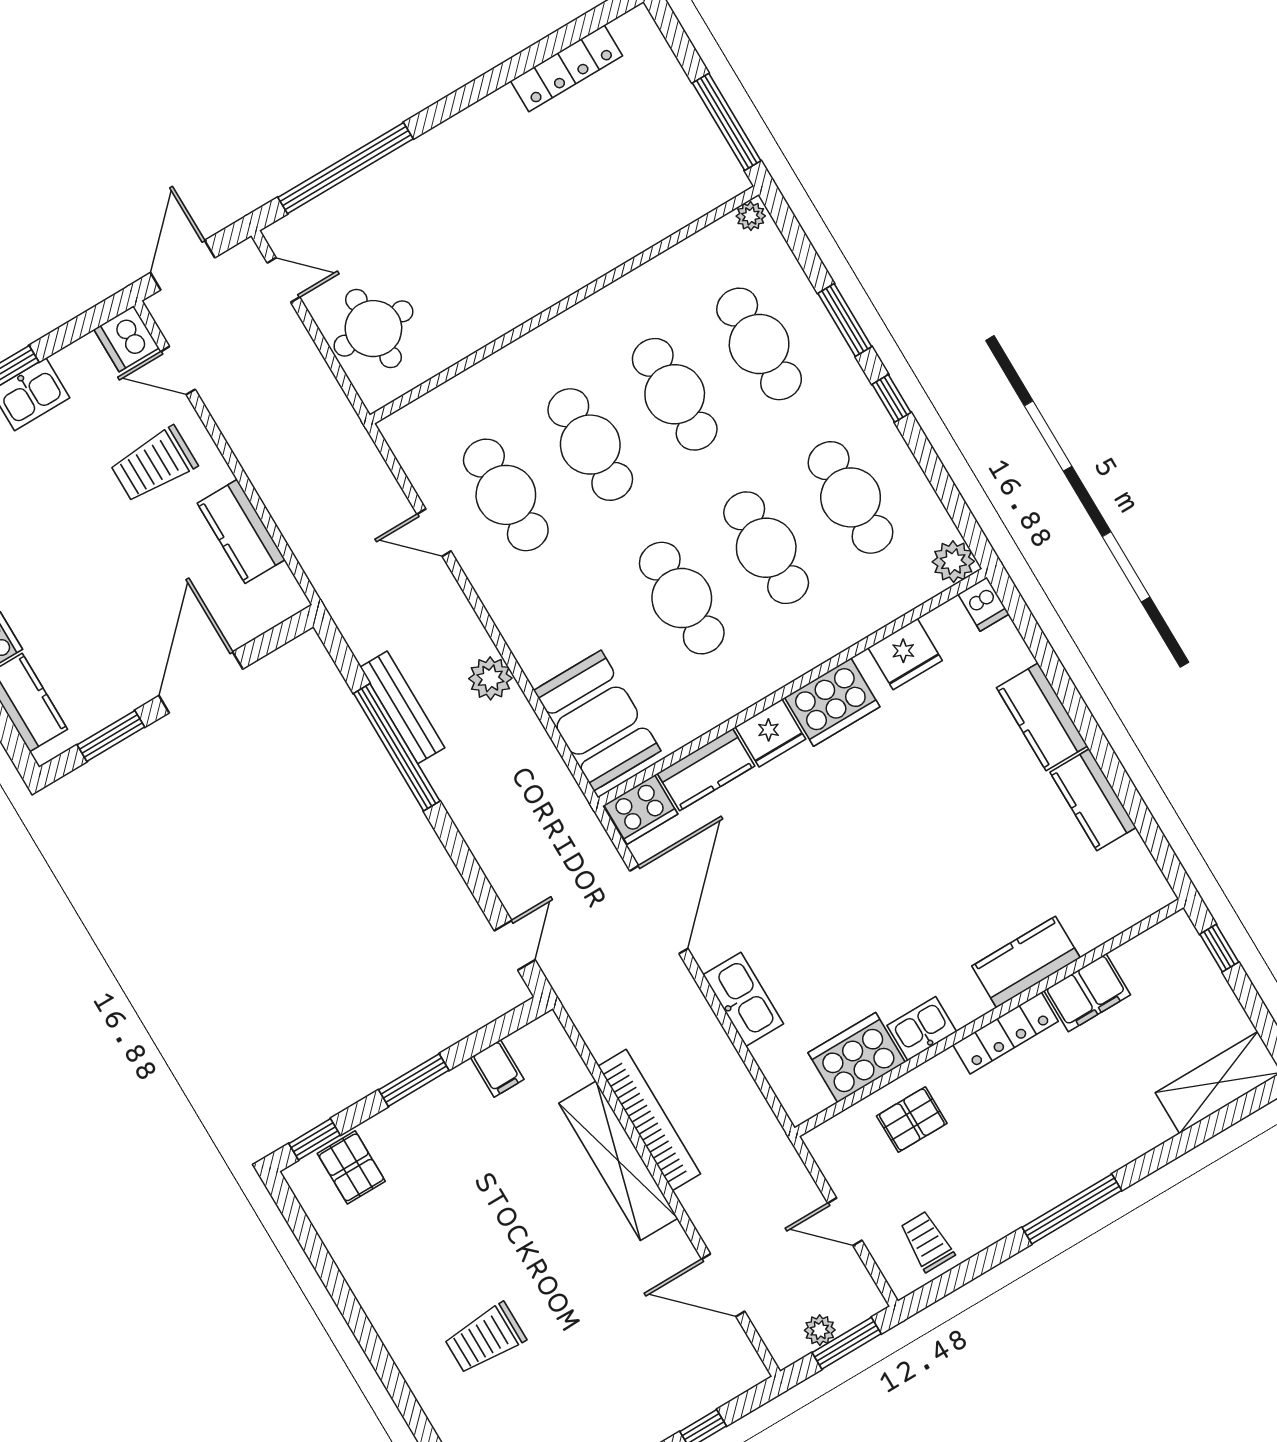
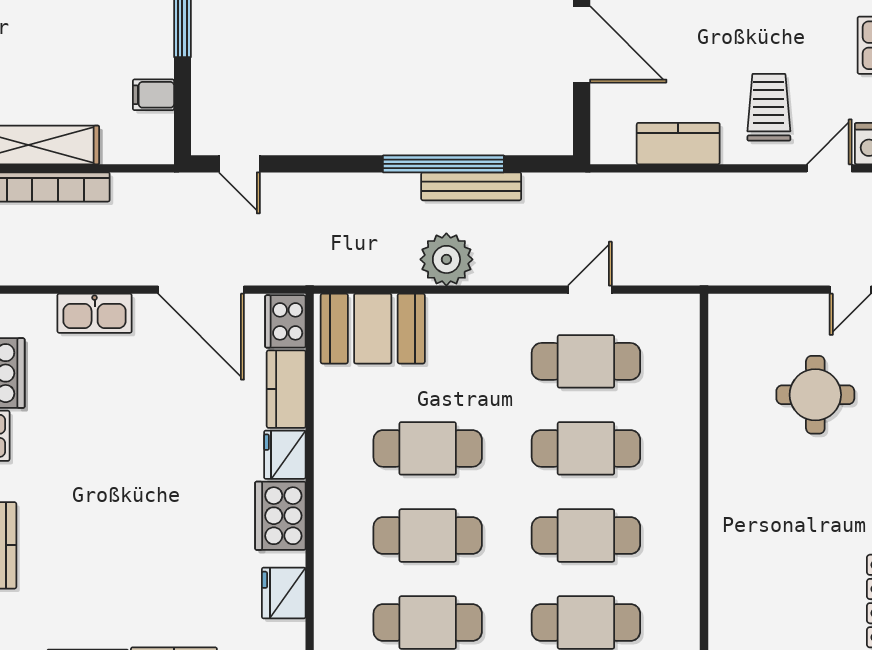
round table: (373, 329) -> (815, 395), moved
plant: (490, 678) -> (446, 259), width x1.36, depth x1.36

